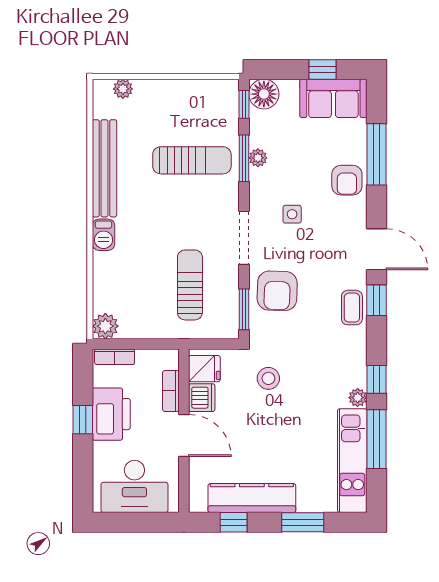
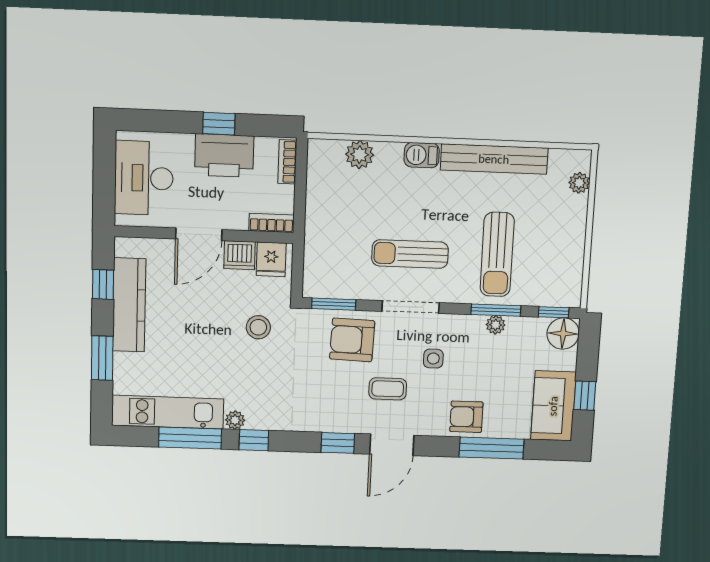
sun lounger: (190, 285) -> (410, 254), moved, turned 180
coffee table: (352, 308) -> (388, 389), moved
plant: (105, 326) -> (360, 155), moved
bookcase: (171, 391) -> (271, 223), moved

